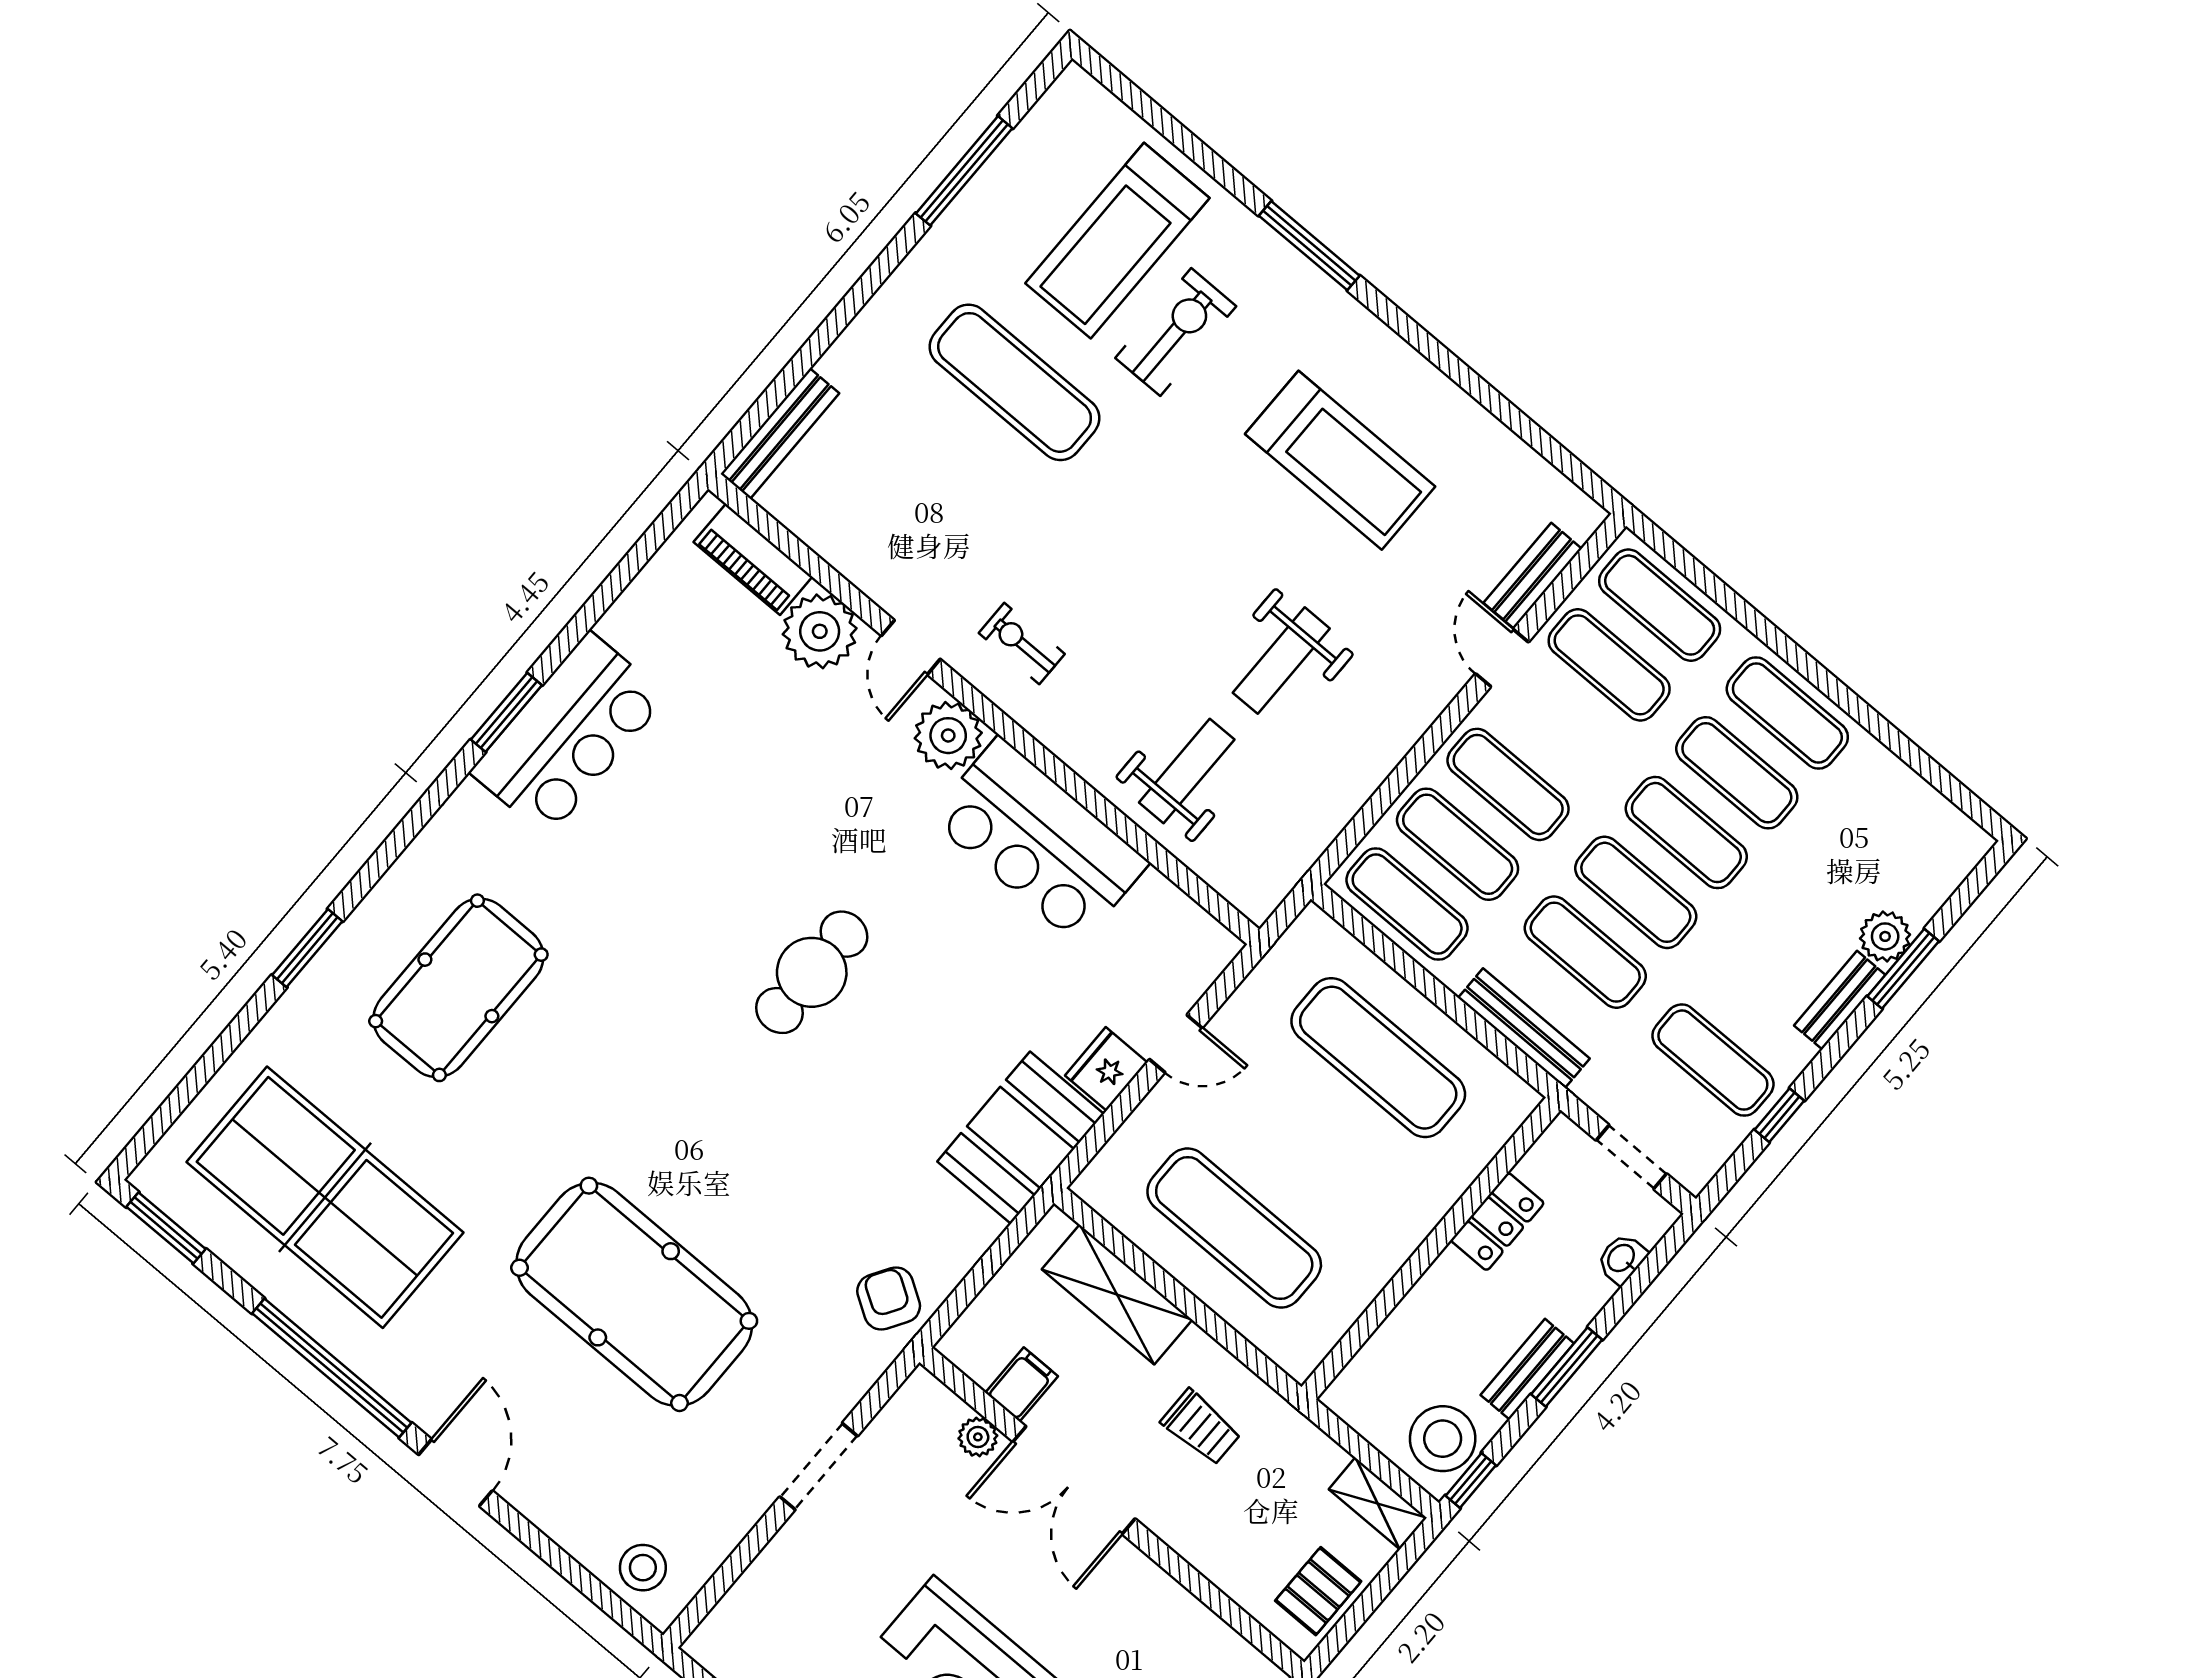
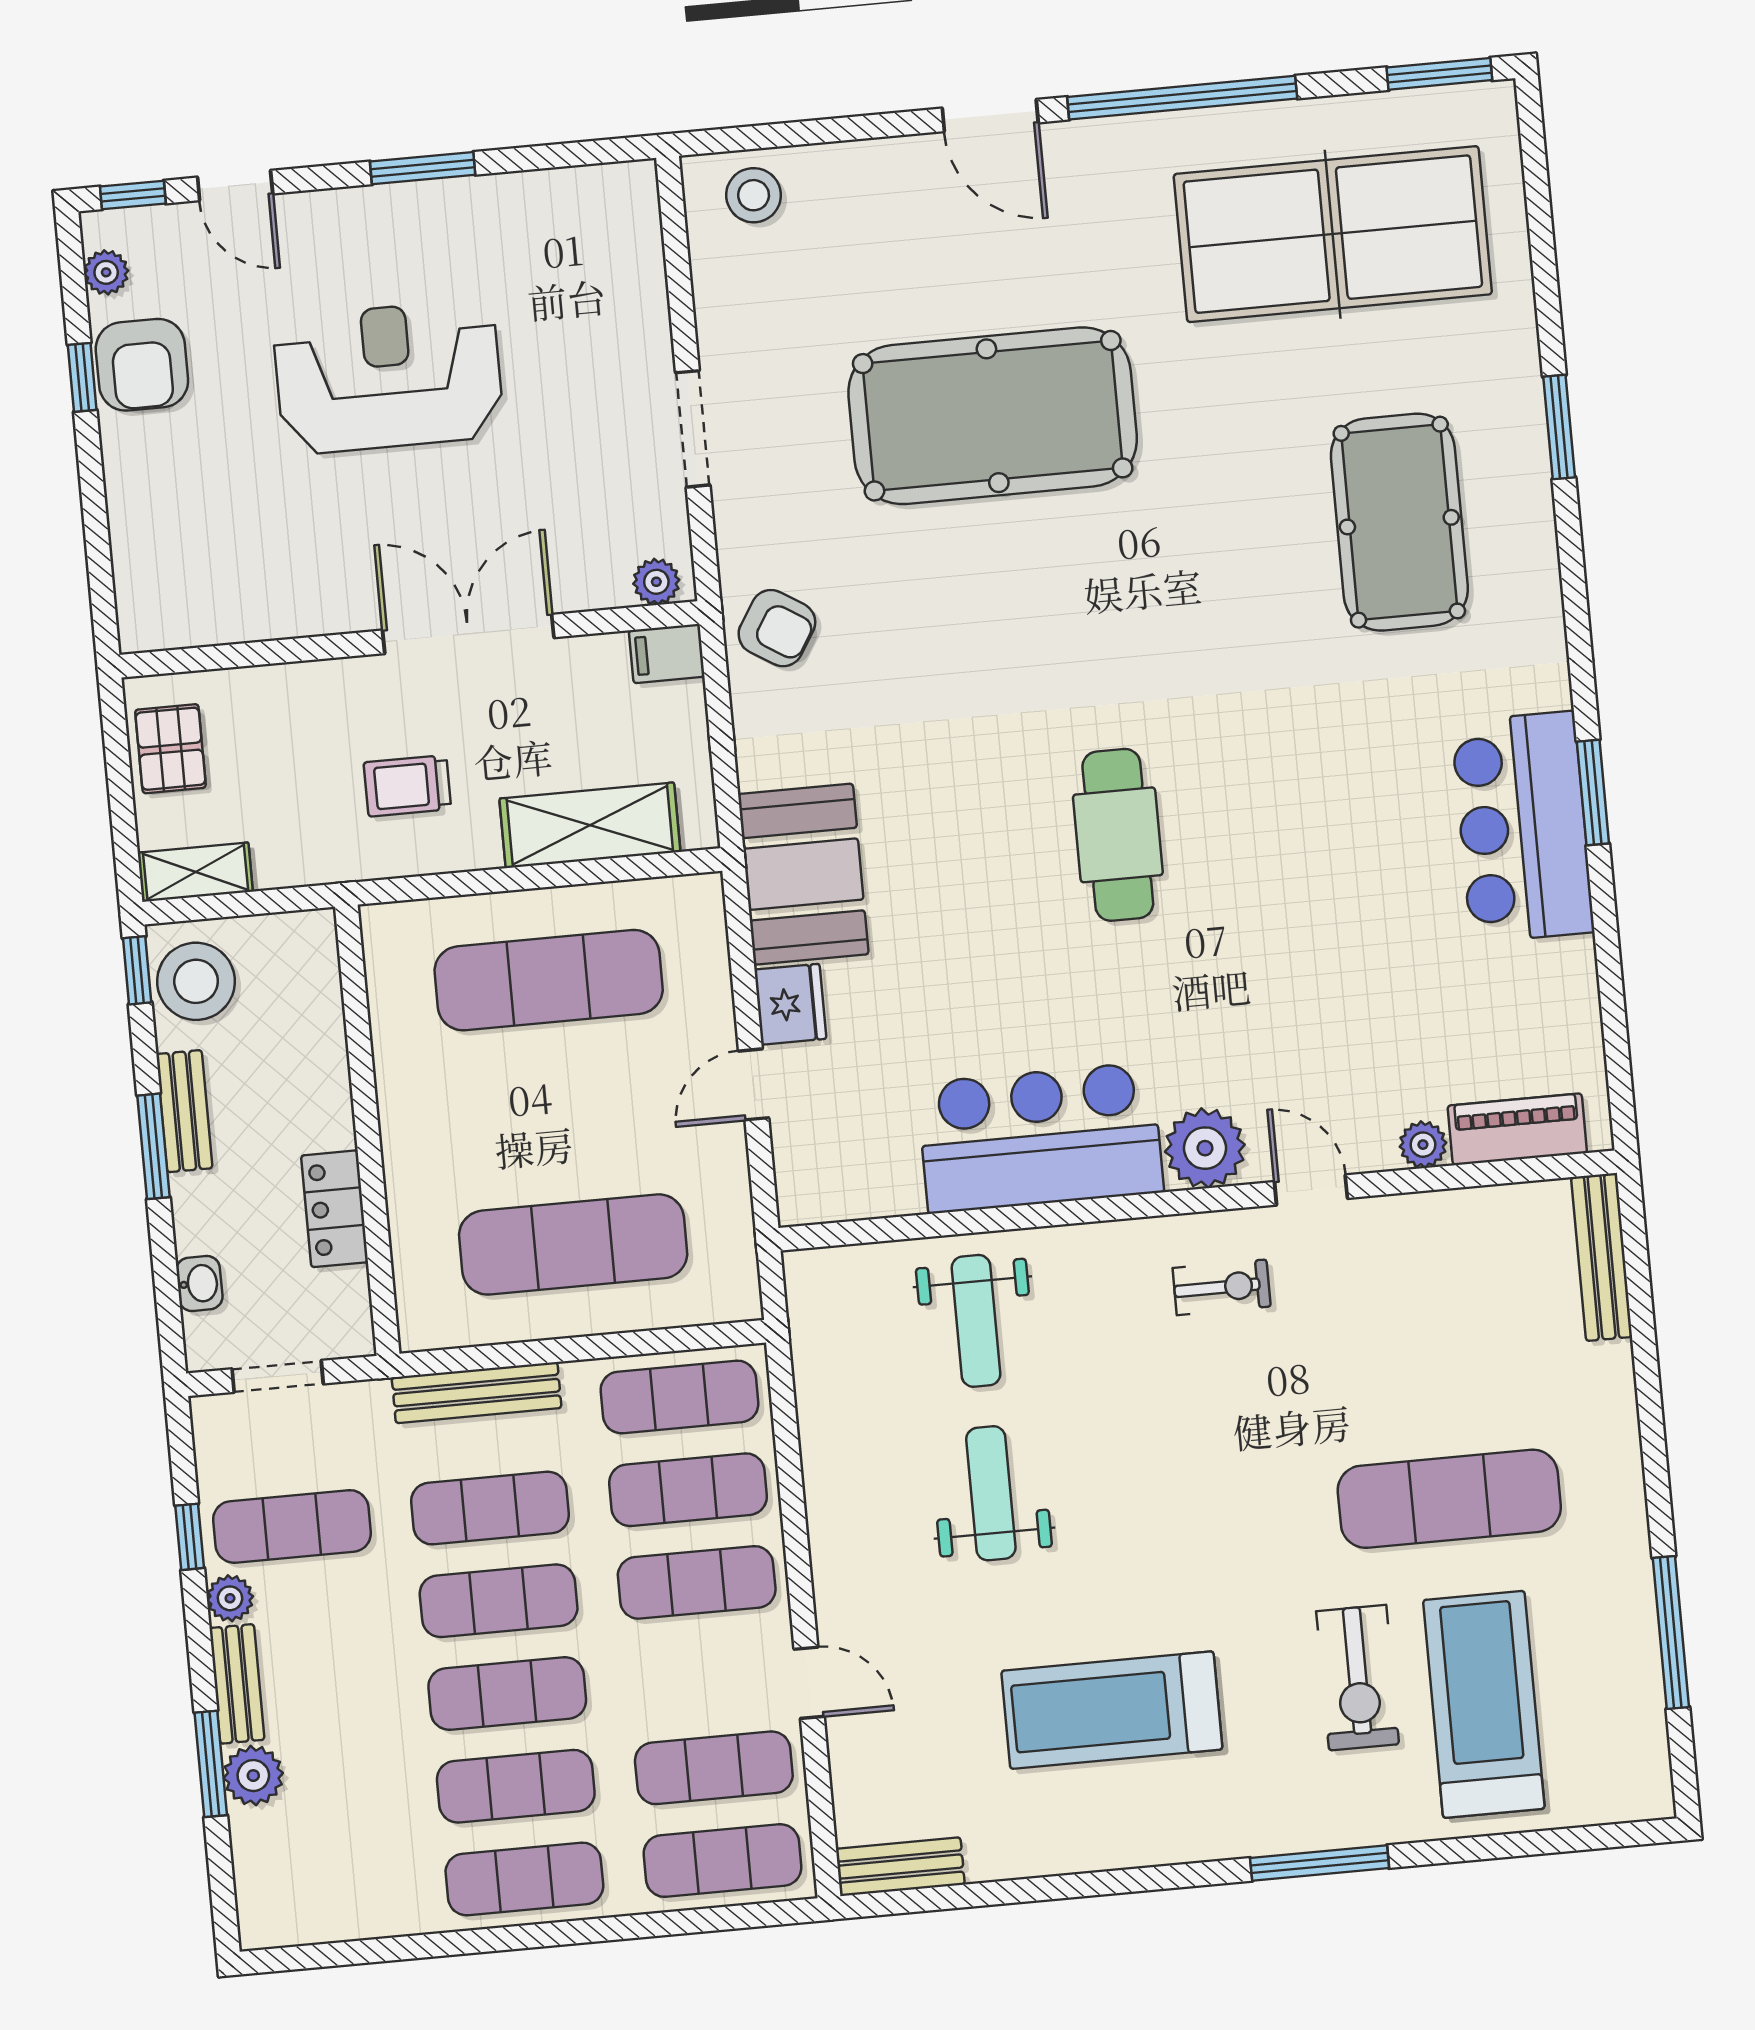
bench: (1533, 576) -> (900, 1867), moved, turned 90
plant: (820, 631) -> (1423, 1145), width x0.53, depth x0.53
plant: (1793, 1055) -> (230, 1598), added
filing cabinet: (1022, 1384) -> (667, 654), moved, turned 90
plant: (978, 1437) -> (656, 582), moved

